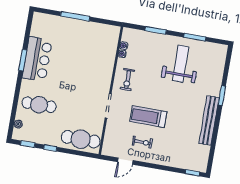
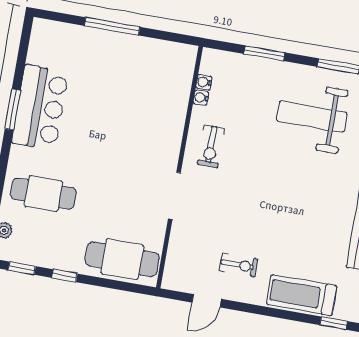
weight bench: (181, 64) -> (312, 117), turned -90
treadmill: (148, 117) -> (302, 295), moved

